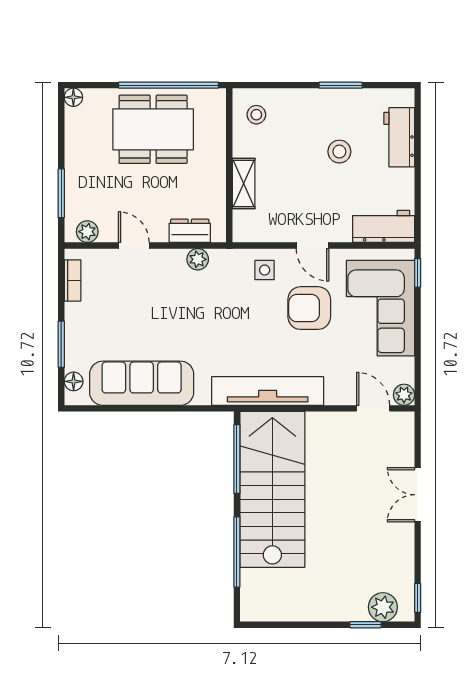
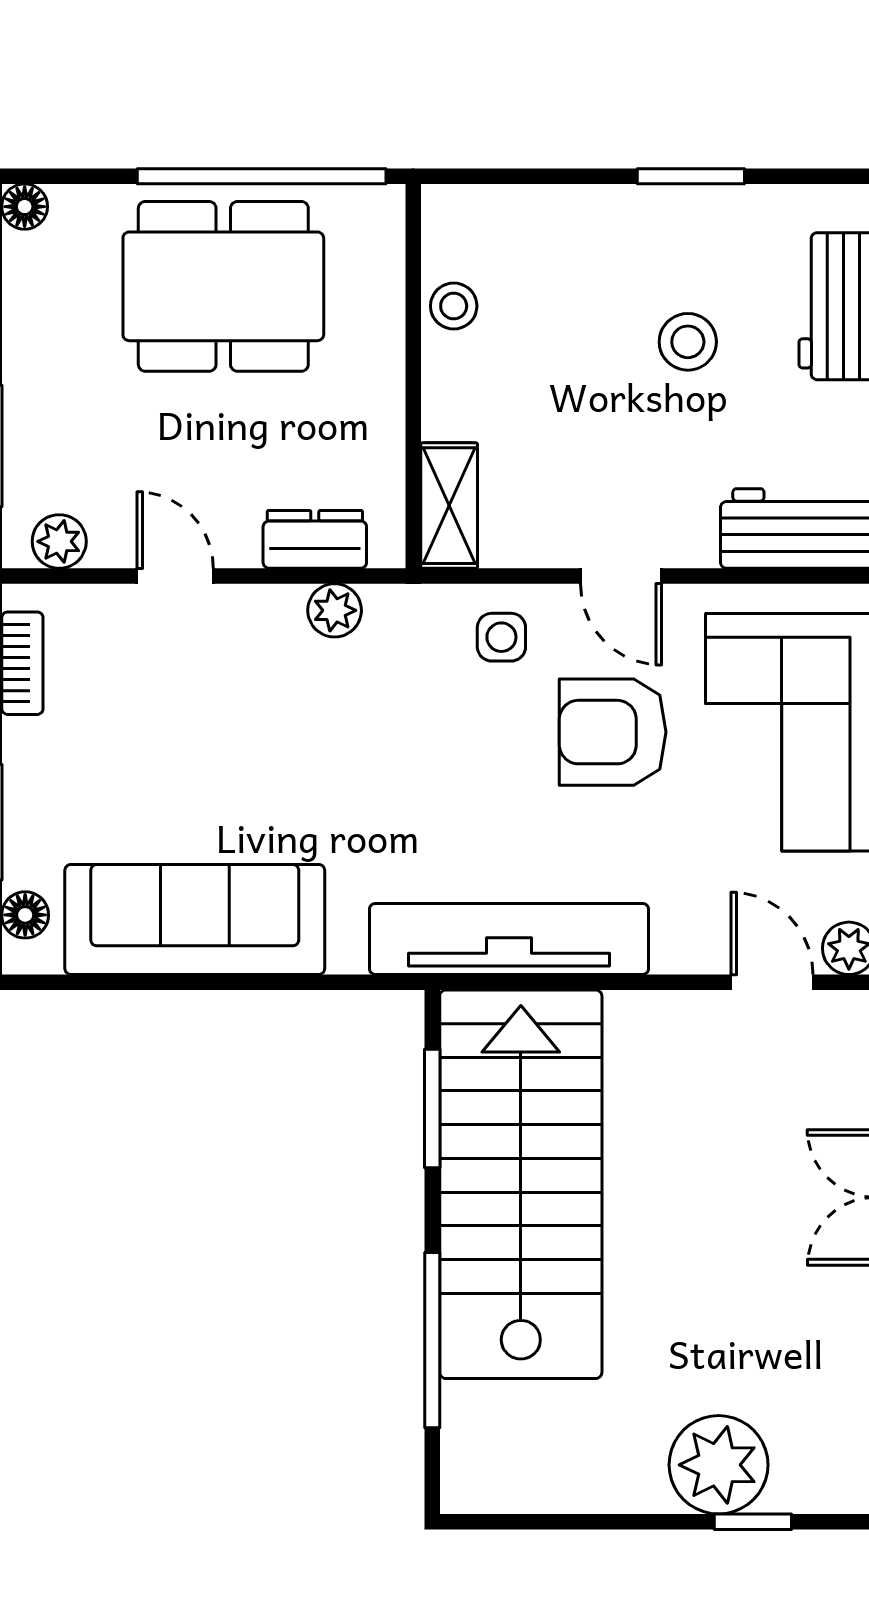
stool: (256, 115) -> (454, 306), moved
shelving: (244, 183) -> (449, 506), moved
window: (237, 459) -> (432, 1109), width x0.69
plant: (383, 607) -> (719, 1465), moved, width x1.36, depth x1.36

